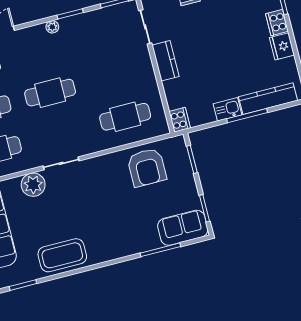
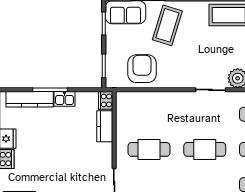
kitchen counter: (165, 61) -> (105, 126), moved
cafe table: (125, 117) -> (149, 149), moved
coffee table: (130, 225) -> (167, 25), added

